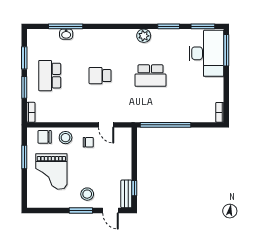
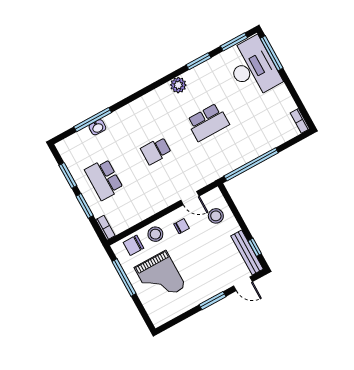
window: (24, 157) -> (124, 277), width x1.44
stool: (87, 194) -> (216, 216), moved
bench: (126, 194) -> (247, 252), width x1.36

